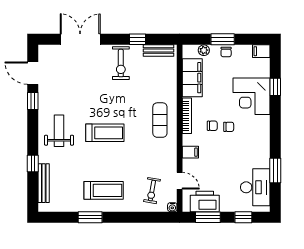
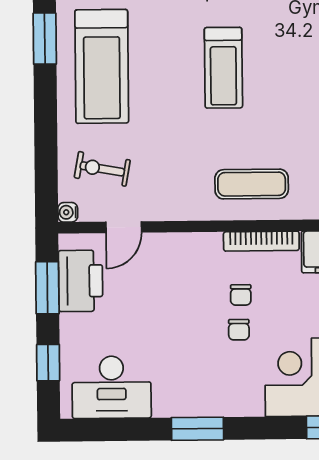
filing cabinet: (190, 152) -> (184, 249), removed
window: (275, 170) -> (197, 429), moved
treadmill: (104, 190) -> (102, 66), width x1.37, depth x1.38

